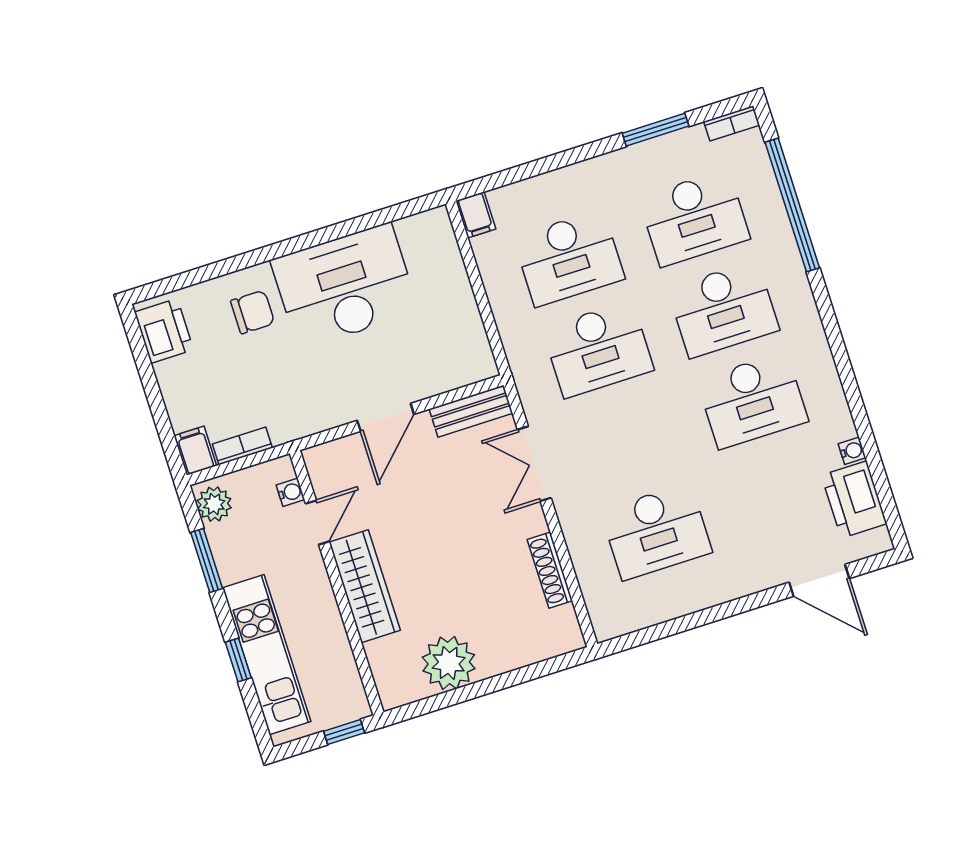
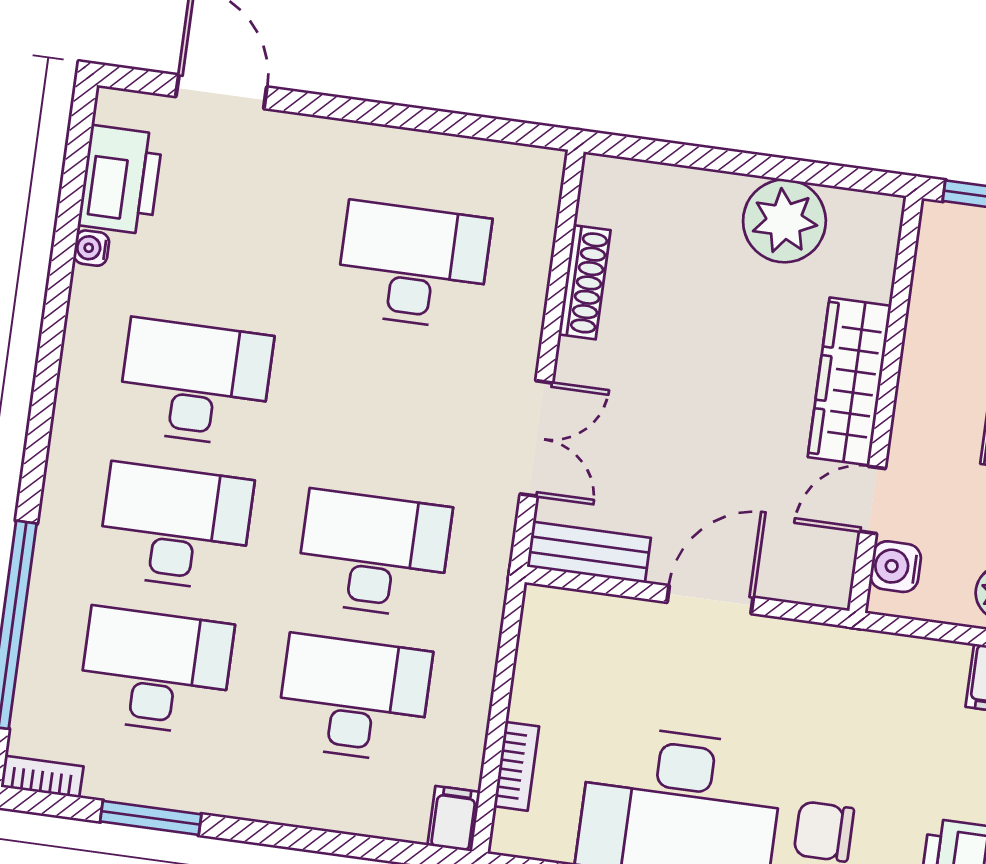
bookcase: (242, 446) -> (517, 766), moved, turned -90
water cooler: (290, 492) -> (896, 567), width x1.38, depth x1.38

